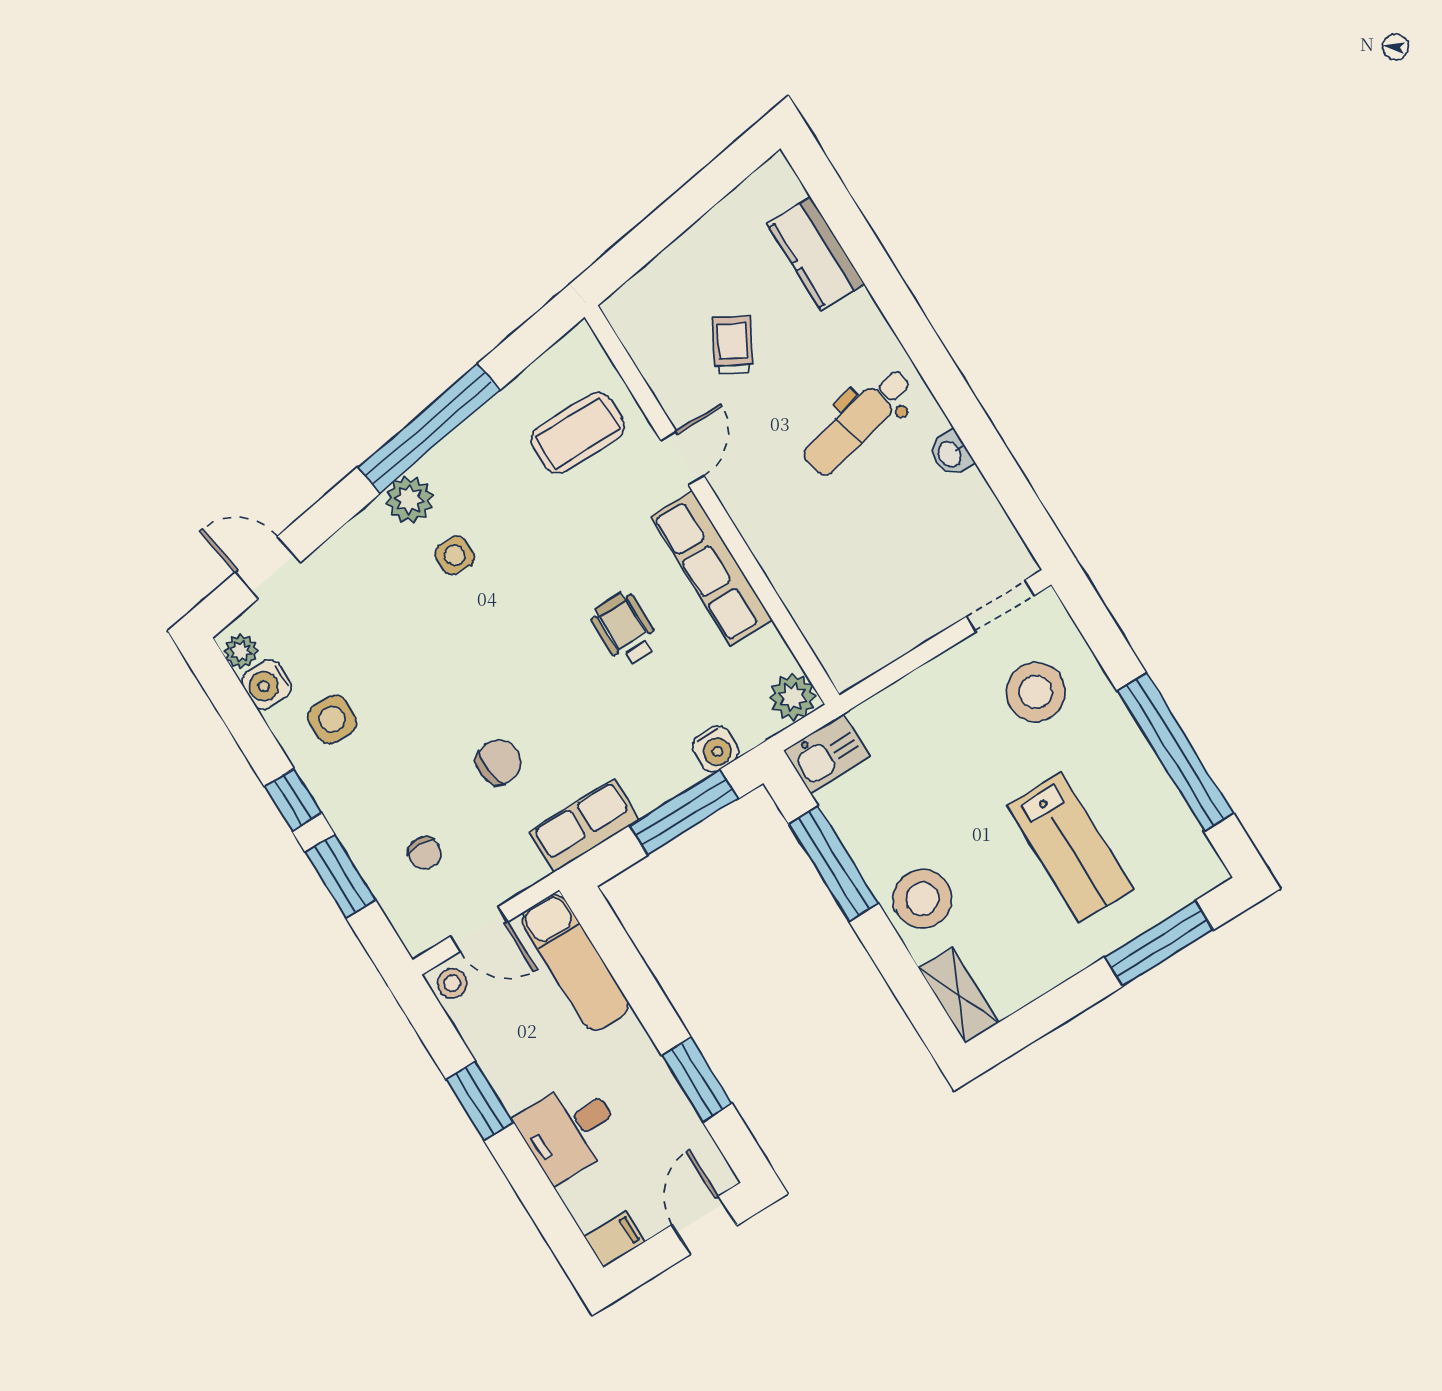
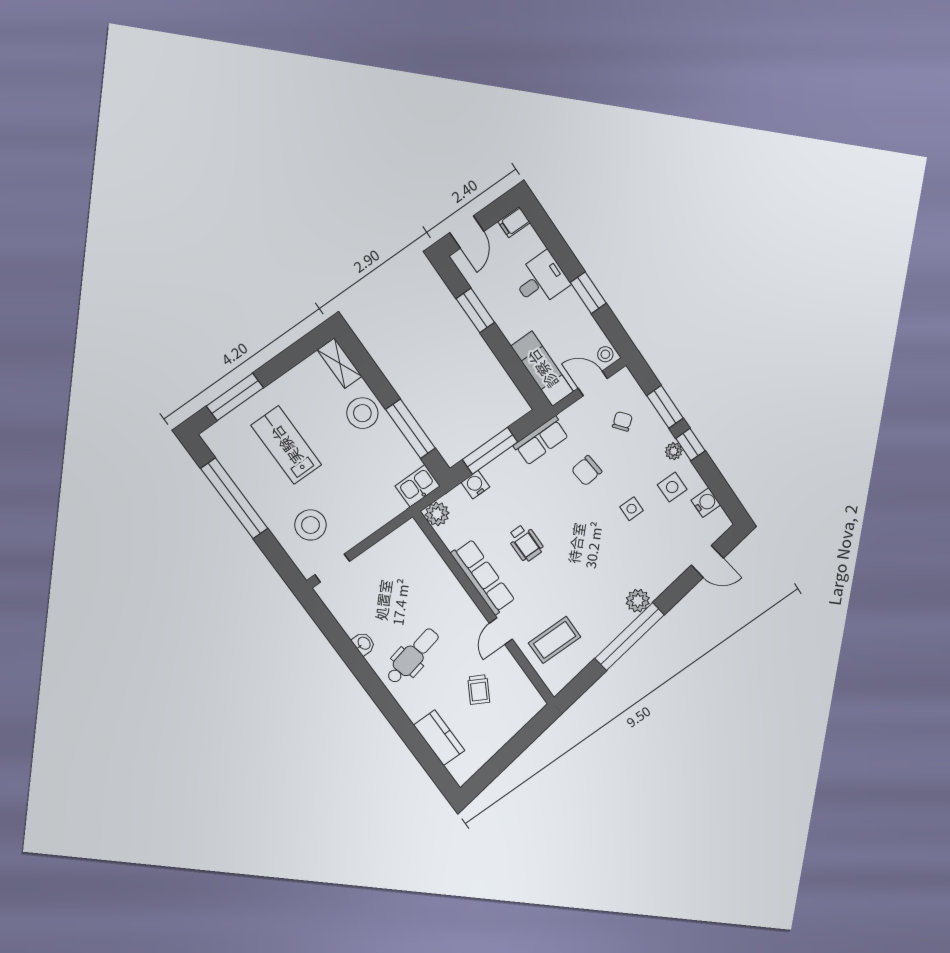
side table: (455, 555) -> (632, 509), moved
plant: (241, 651) -> (674, 451), moved
chair: (425, 853) -> (622, 421), turned 51

